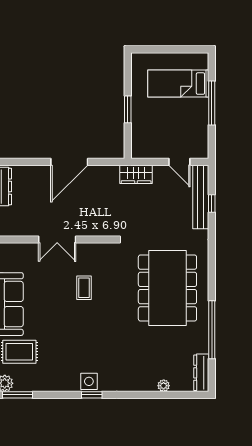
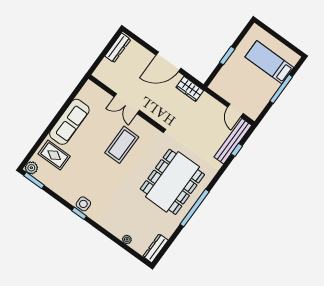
wardrobe: (136, 174) -> (190, 89), moved
coffee table: (84, 288) -> (122, 145), width x1.86, depth x1.72
window: (212, 330) -> (195, 208), moved

